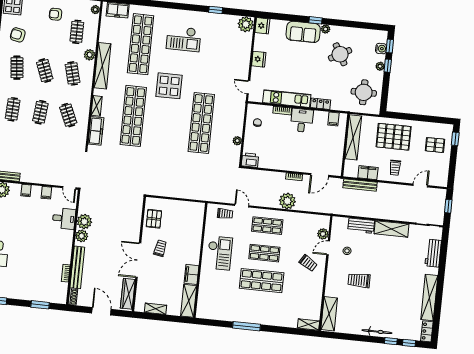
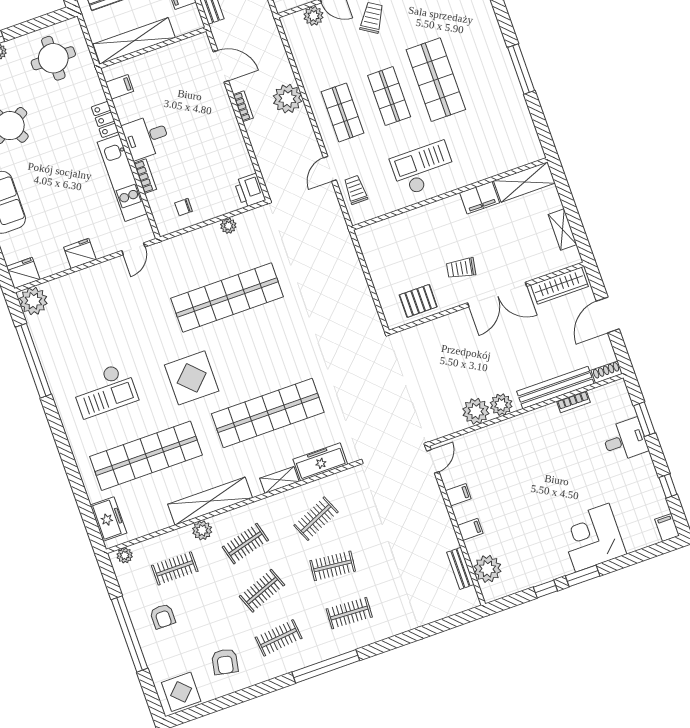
window: (216, 10) -> (33, 361), width x3.17
checkout: (184, 39) -> (104, 390), turned 90
desk: (64, 219) -> (625, 440), moved, turned 90

